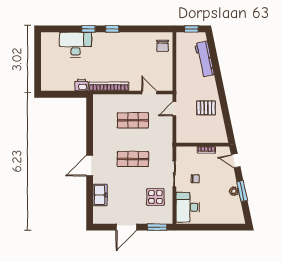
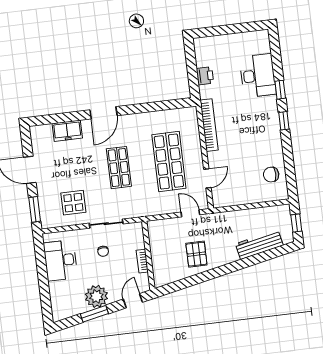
chair: (163, 46) -> (271, 175), moved
printer: (81, 85) -> (205, 76), moved
shop shelf: (133, 120) -> (169, 162), width x1.43, depth x1.36
door: (90, 166) -> (103, 113), swing flipped
plant: (234, 191) -> (96, 296), width x1.87, depth x1.87
desk: (188, 207) -> (61, 260), moved, turned -90

